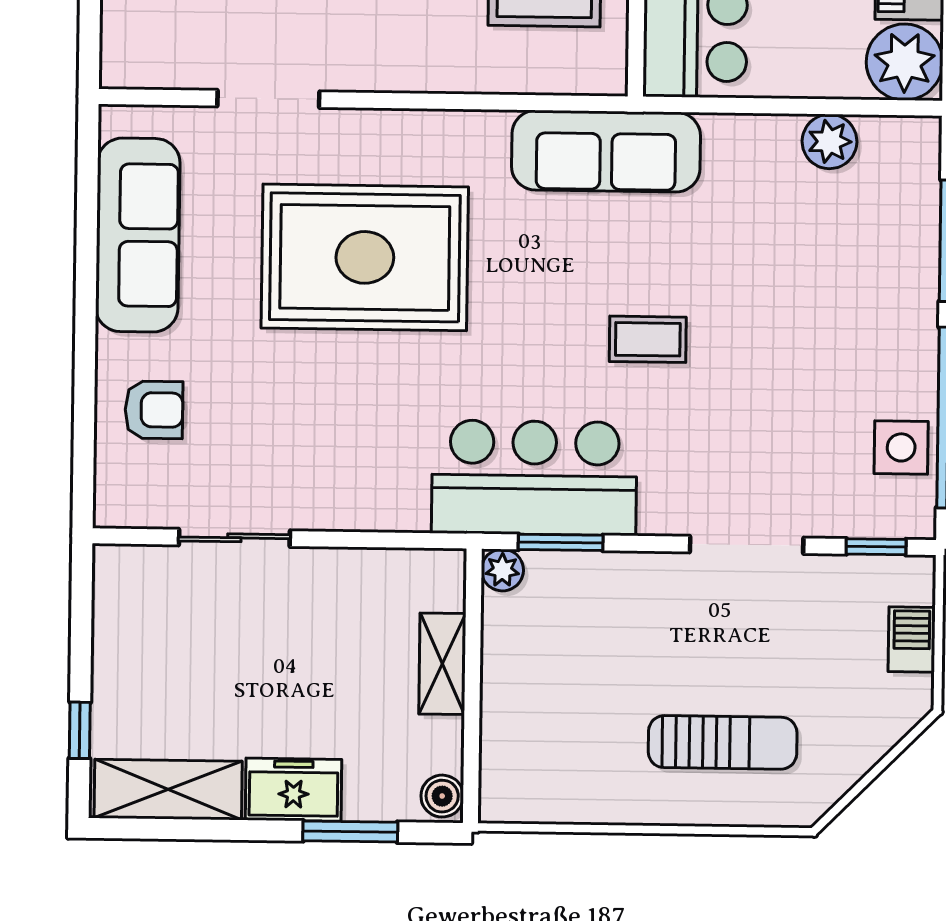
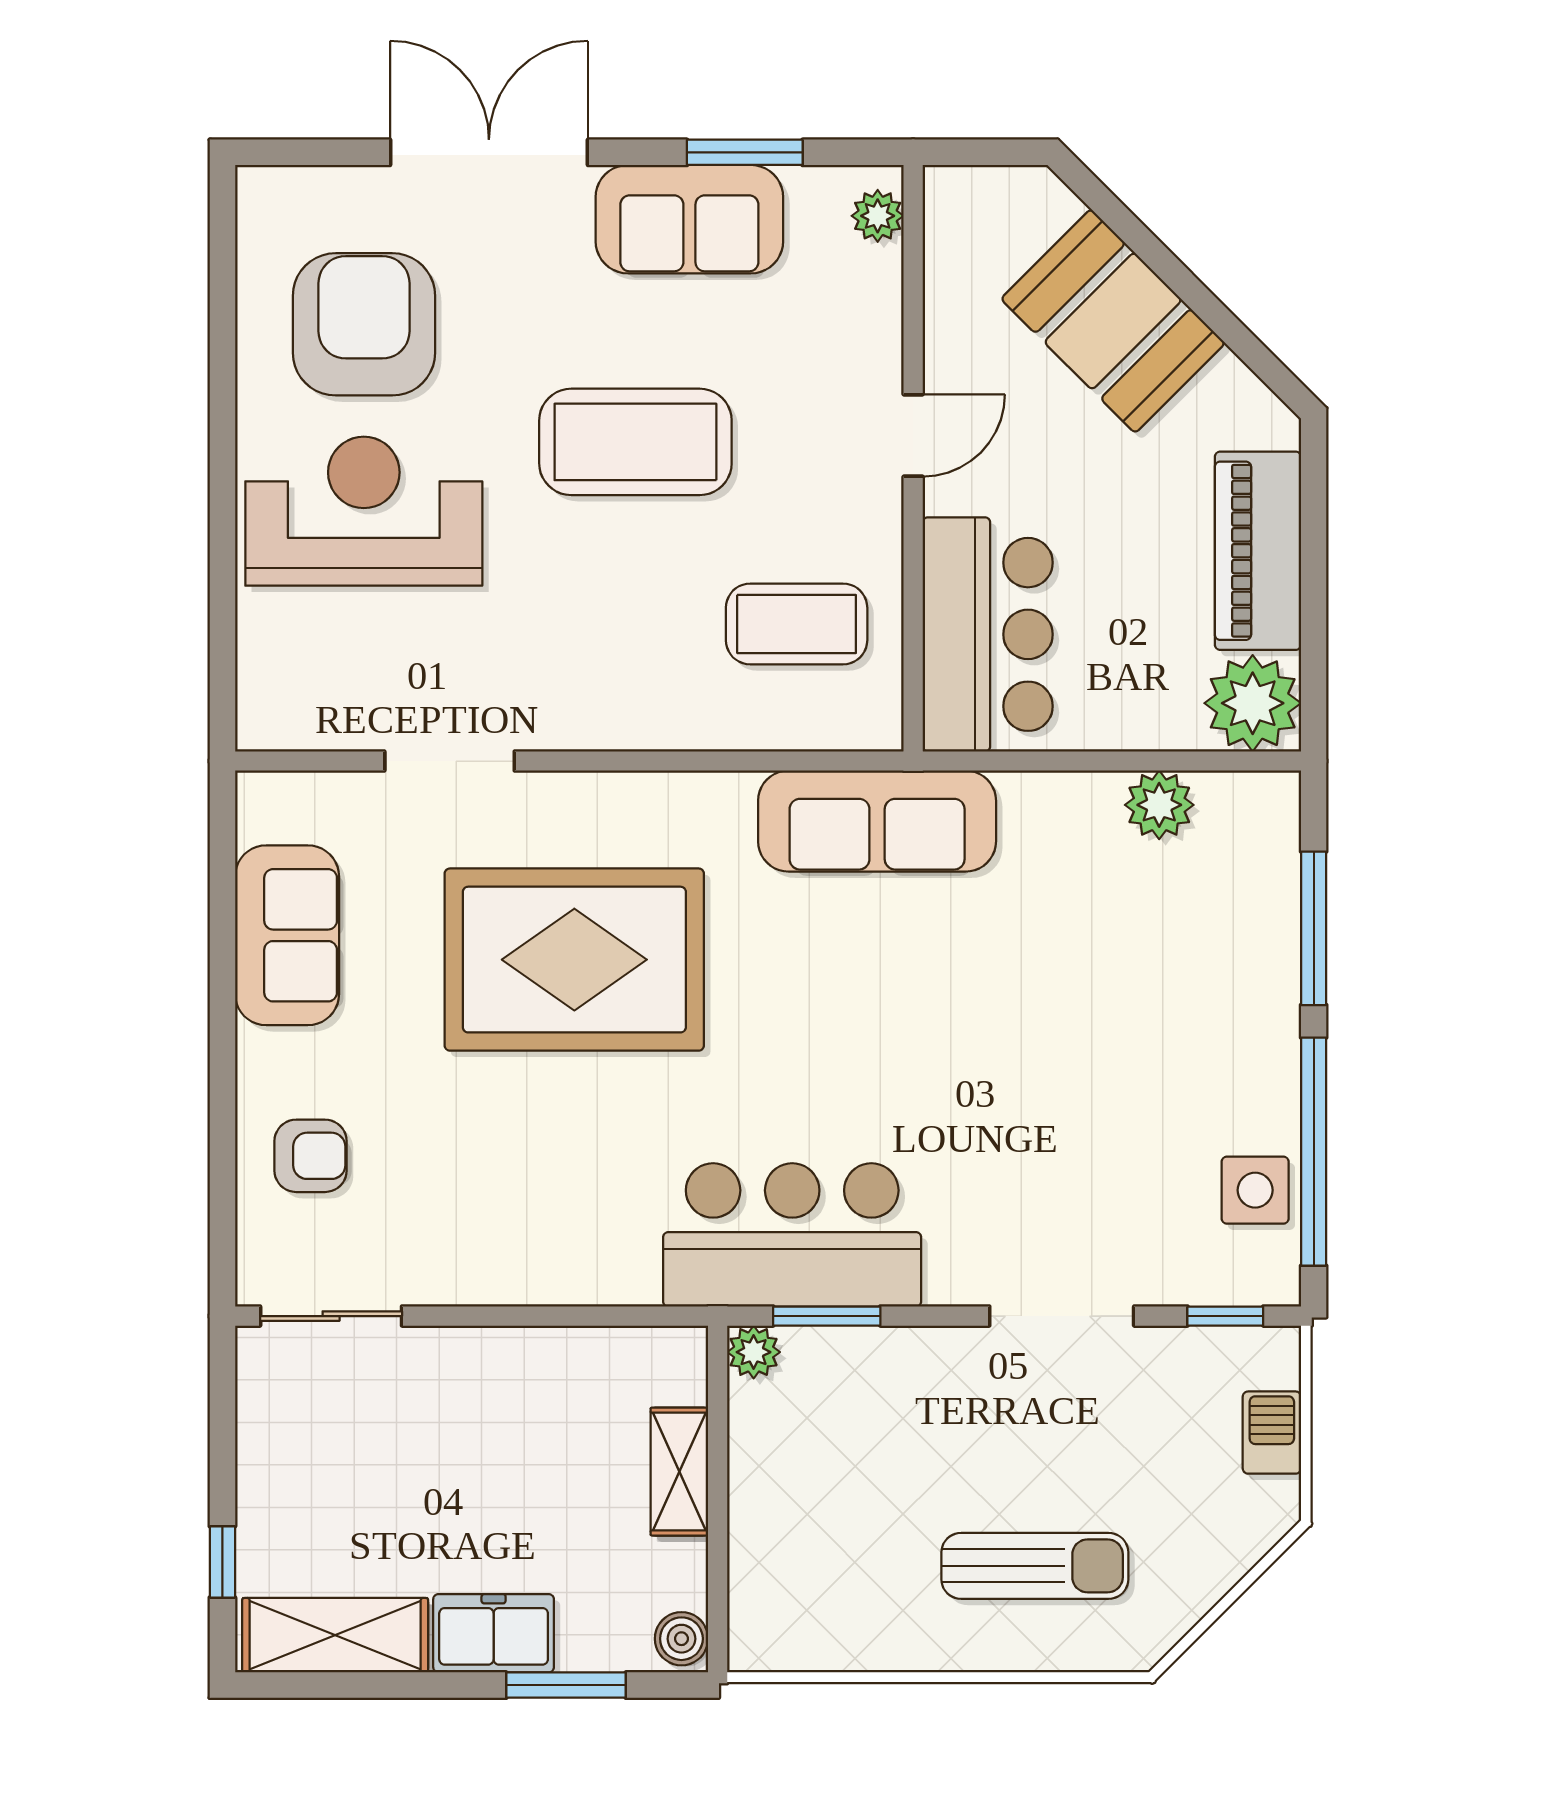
sofa: (138, 235) -> (287, 935), width x0.73
coffee table: (648, 339) -> (933, 1058), removed
sliding door: (234, 538) -> (331, 1316), moved

